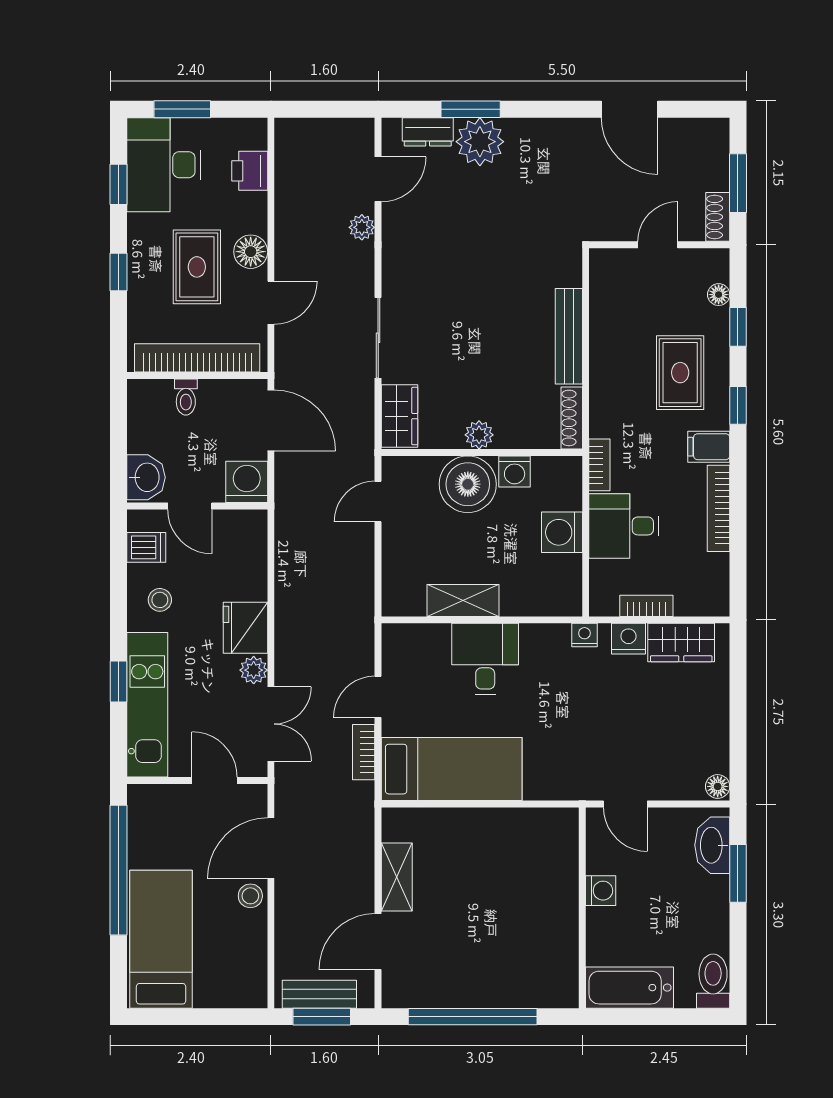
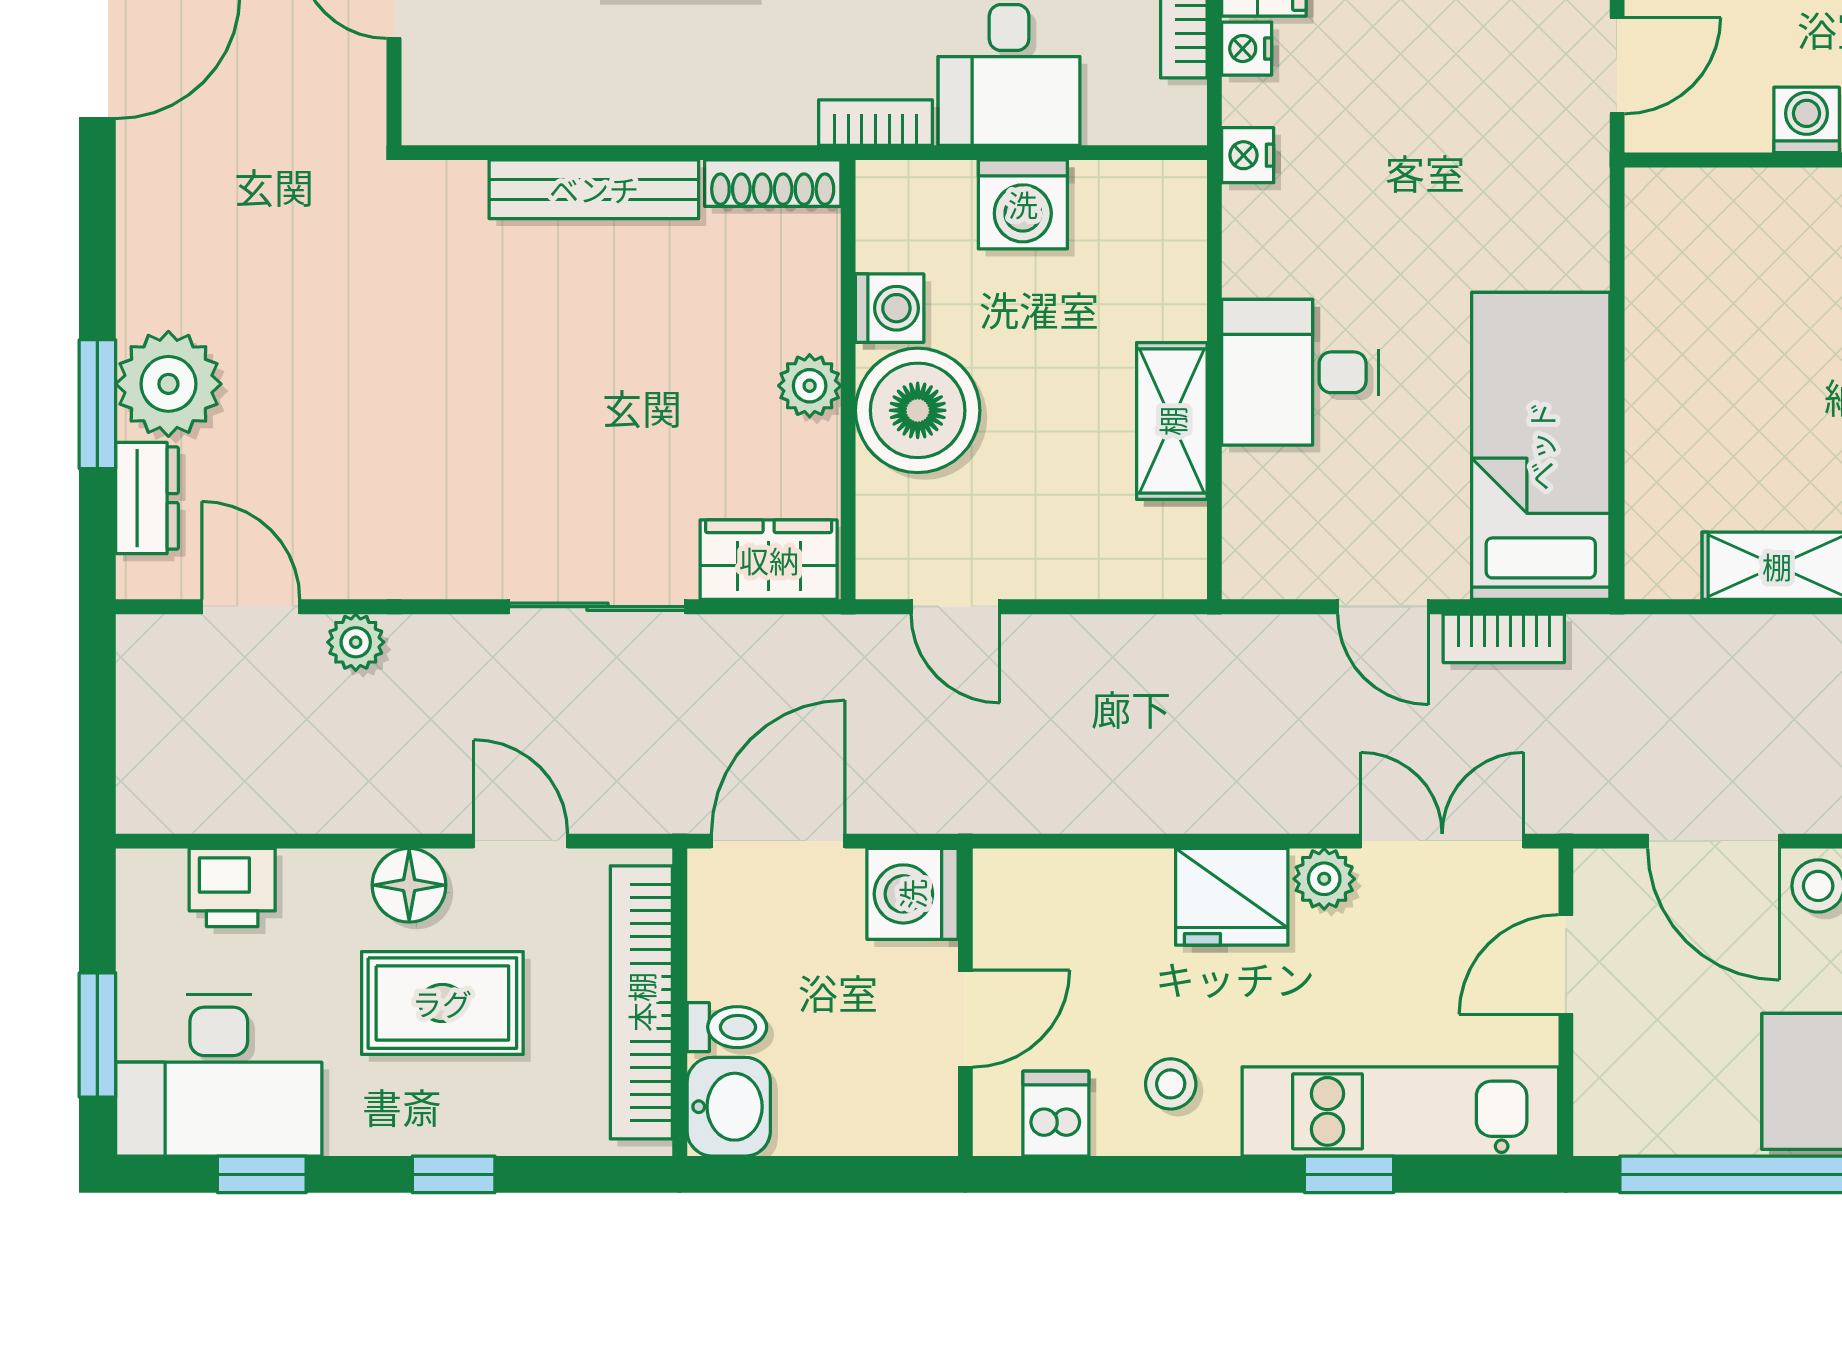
washbasin: (146, 477) -> (729, 1107), moved, turned 90
nightstand: (628, 639) -> (1247, 49), width x0.72, depth x0.74

